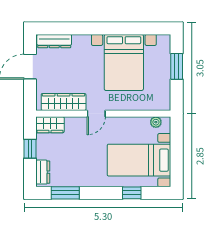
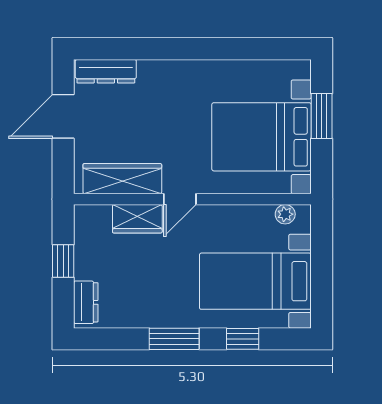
bed with nightstands: (124, 62) -> (262, 137), moved, turned 90
wardrobe: (50, 125) -> (137, 219), moved
window: (65, 193) -> (174, 339), moved

